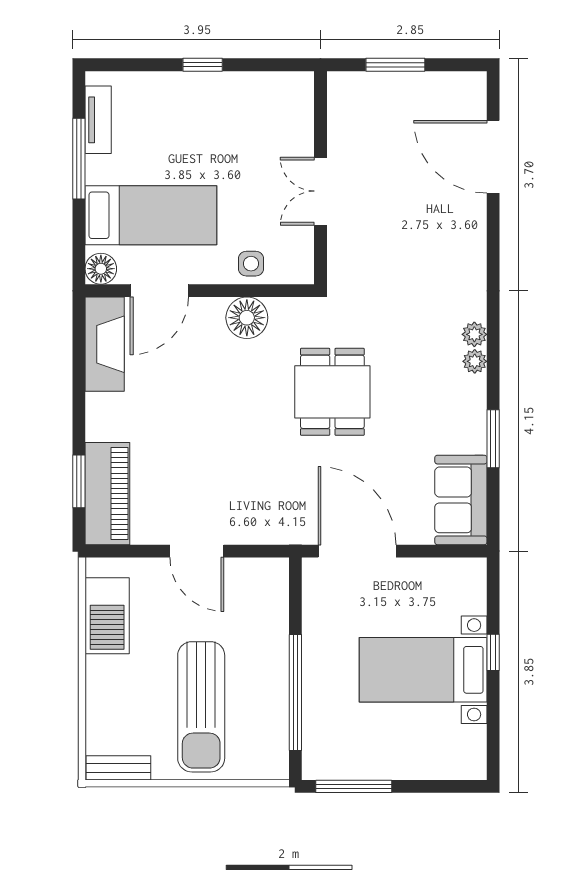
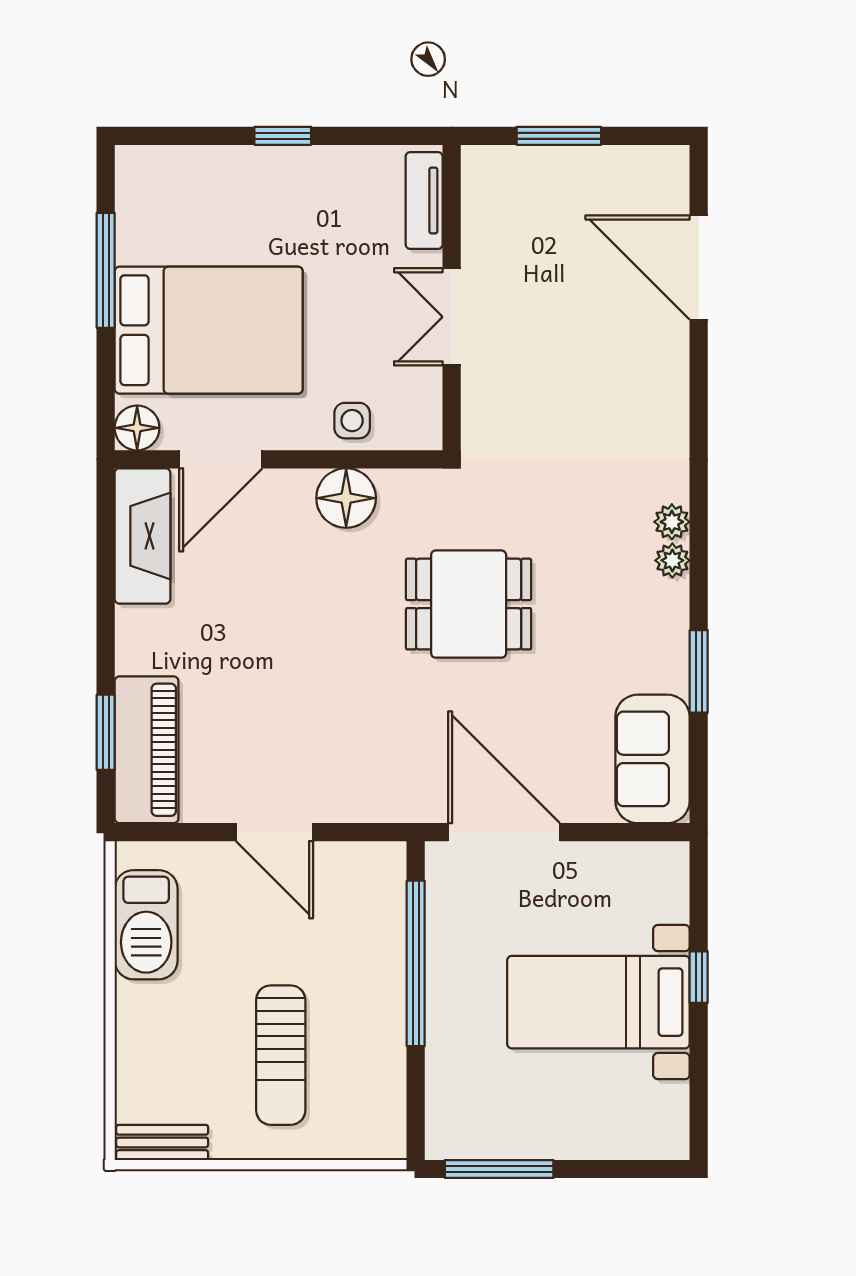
tv unit: (98, 120) -> (424, 200), moved, turned 180
bed: (151, 215) -> (209, 330), width x1.50
dining table: (332, 392) -> (469, 604), turned 90
window: (295, 692) -> (416, 963), moved
sun lounger: (201, 707) -> (281, 1055), width x0.73, depth x0.75

